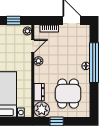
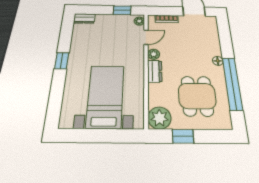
window: (94, 63) -> (232, 83), moved
dresser: (39, 92) -> (155, 71), moved

